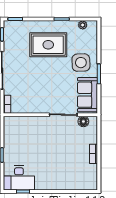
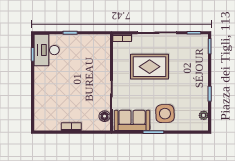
rug: (48, 45) -> (150, 67), moved, turned 90

